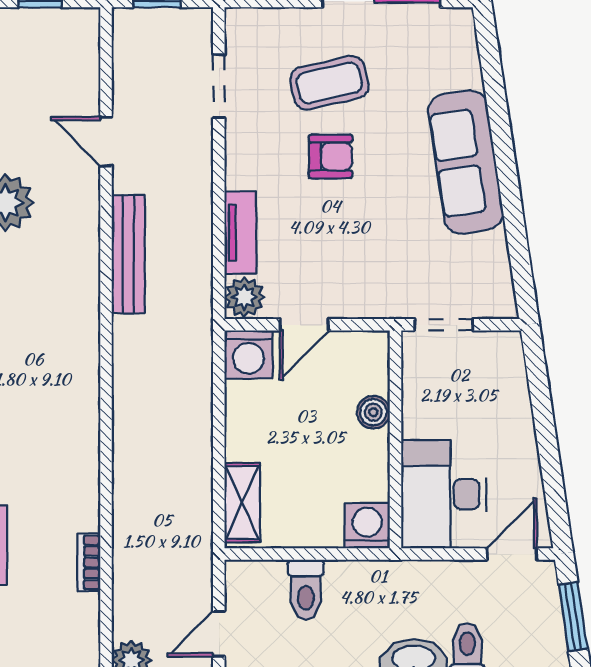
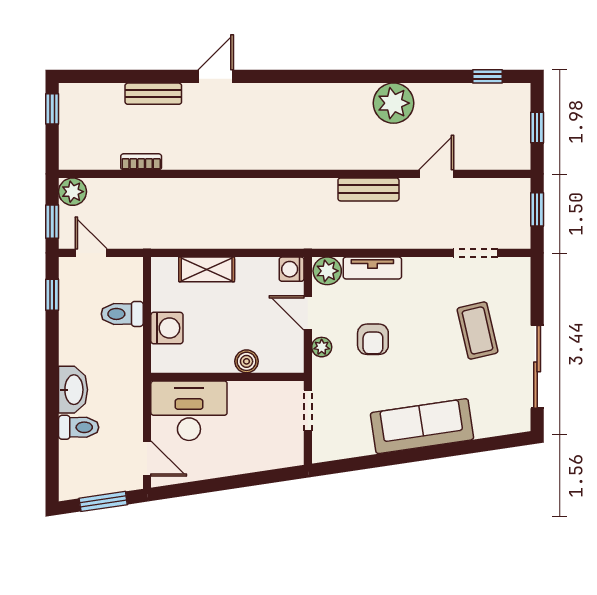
armchair: (331, 156) -> (373, 339), moved
bench: (128, 254) -> (368, 189), width x0.73
plant: (353, 305) -> (322, 347), added
washing machine: (249, 355) -> (292, 269), width x0.73, depth x0.73
shelving: (242, 503) -> (207, 269), moved
washing machine: (367, 526) -> (167, 328), moved

